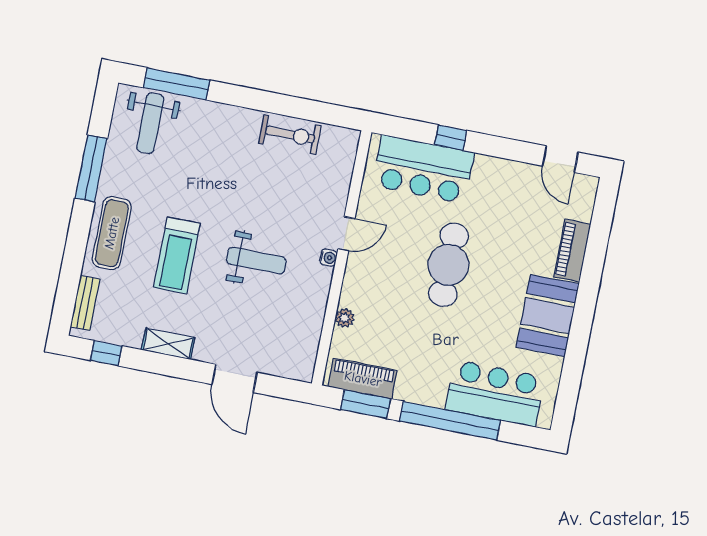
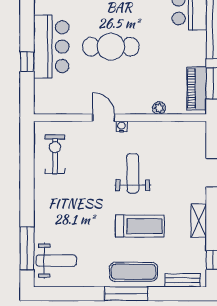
exercise bike: (290, 135) -> (55, 154), moved
window: (91, 168) -> (126, 294), moved
bar counter: (423, 169) -> (51, 47), moved

